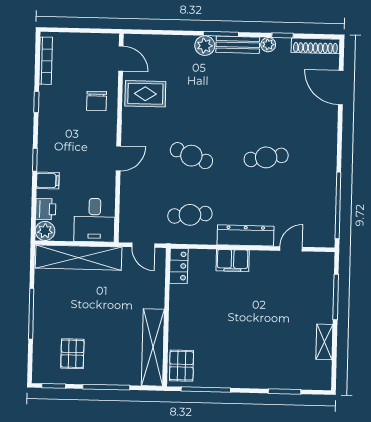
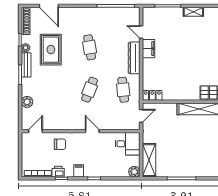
plant: (205, 46) -> (27, 102), moved
door: (341, 88) -> (49, 6), hinge flipped
rug: (145, 94) -> (51, 50), moved, width x1.36, depth x1.43
filing cabinet: (48, 180) -> (79, 171), moved
printer: (46, 209) -> (58, 172), moved
shelving: (79, 258) -> (149, 160), width x0.68
filing cabinet: (233, 260) -> (149, 49), moved
pallet: (72, 354) -> (204, 154), removed

